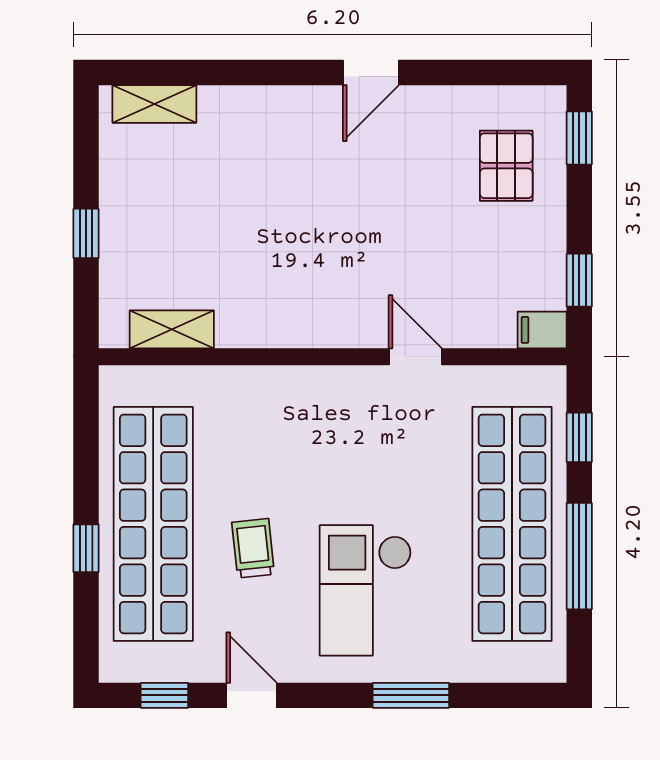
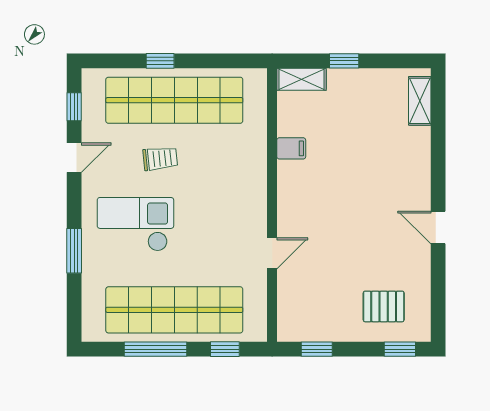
shelving: (172, 329) -> (302, 79), moved, turned 90
filing cabinet: (542, 330) -> (291, 148), moved, turned 90

